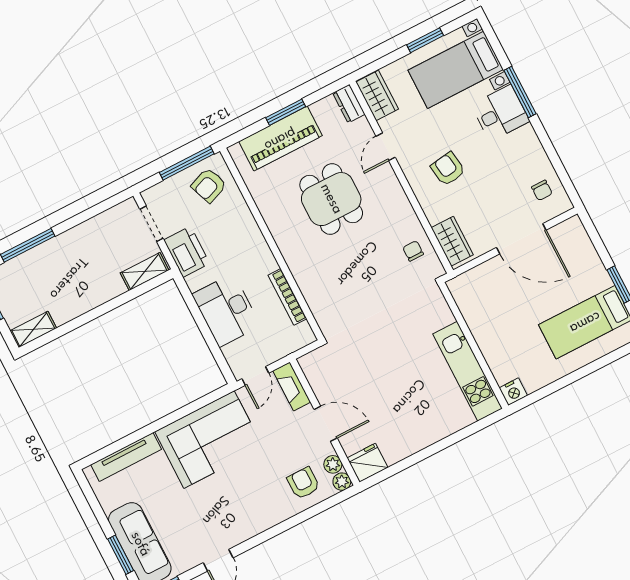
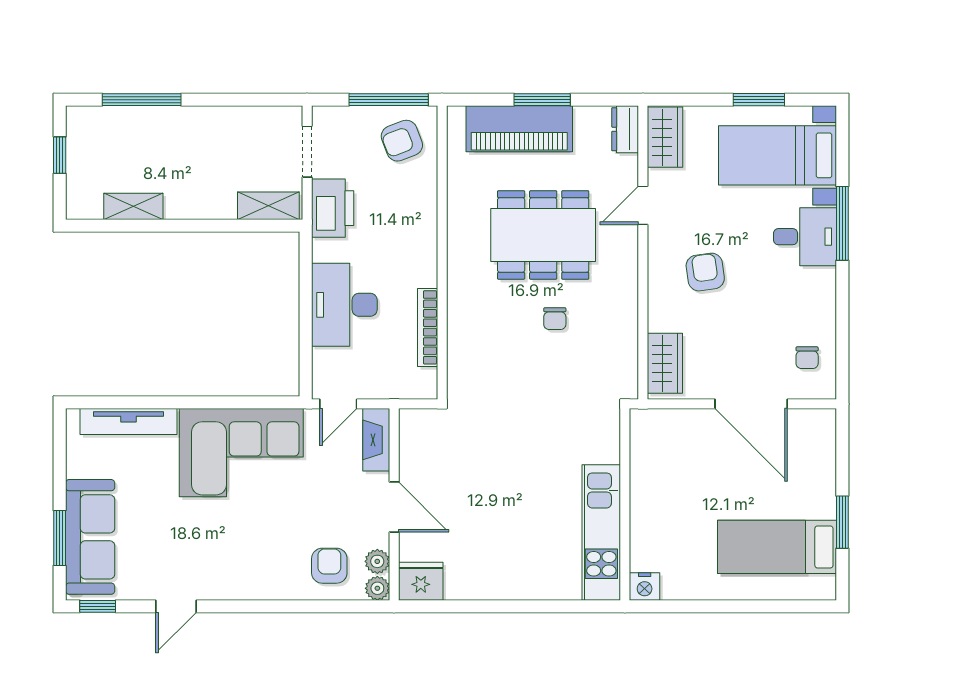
dining table: (331, 199) -> (543, 235), width x1.38
chair: (413, 251) -> (555, 319), moved, turned 180
shelving: (33, 329) -> (133, 206), moved

